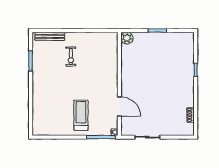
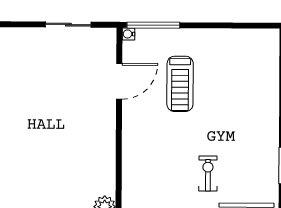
door: (119, 106) -> (119, 81), swing flipped
treadmill: (81, 115) -> (180, 84), moved

